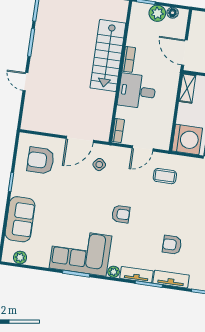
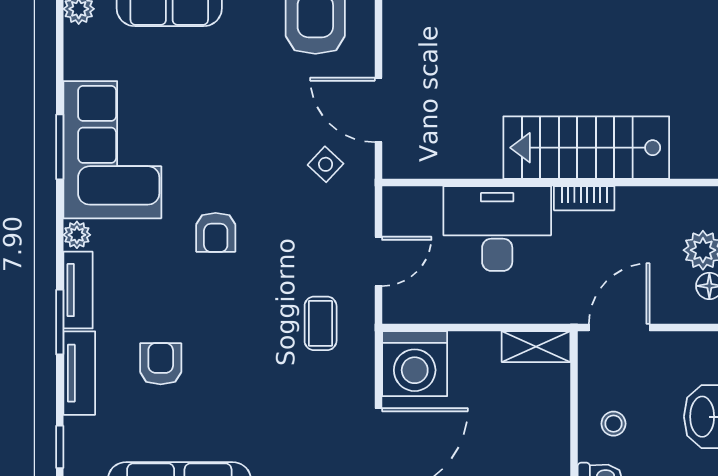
desk: (137, 91) -> (497, 229), width x1.37
bookcase: (118, 131) -> (412, 197), removed
door: (143, 148) -> (378, 261), swing flipped

